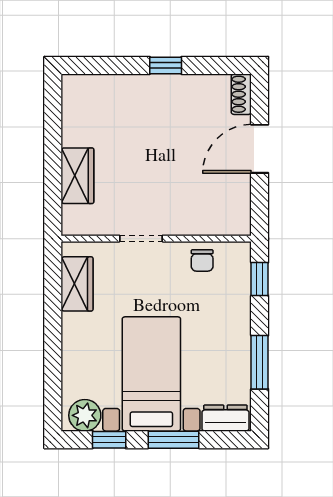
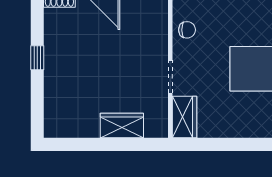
wardrobe: (77, 284) -> (184, 117), moved, turned 90

